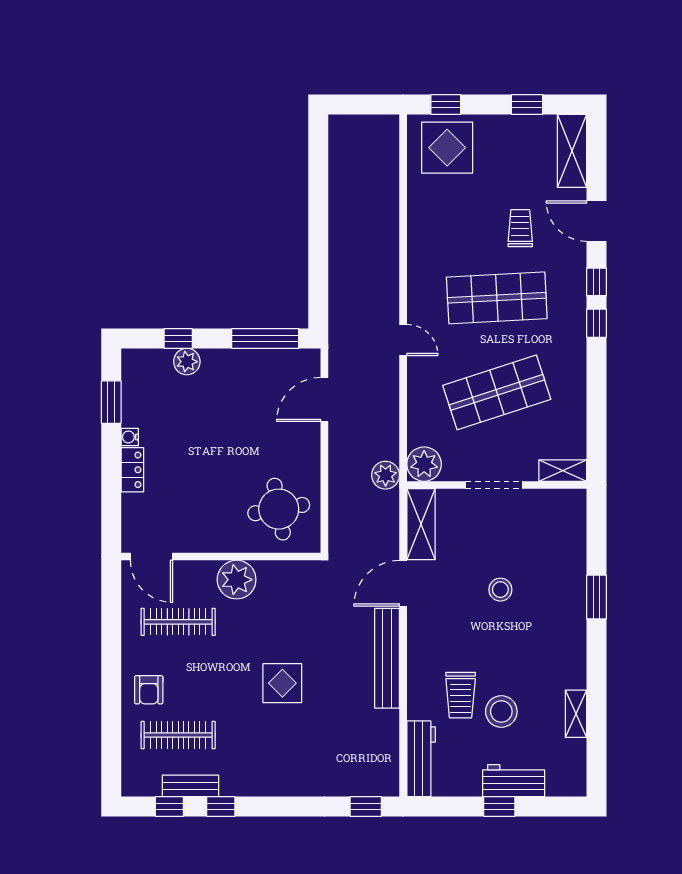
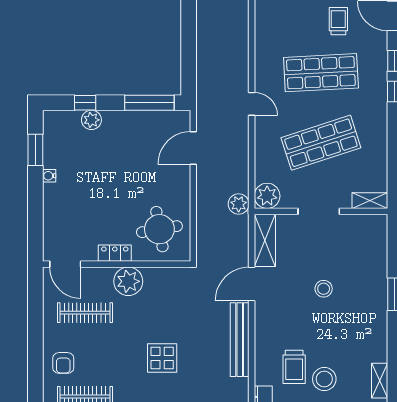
locker: (132, 470) -> (115, 253), moved, turned -90

